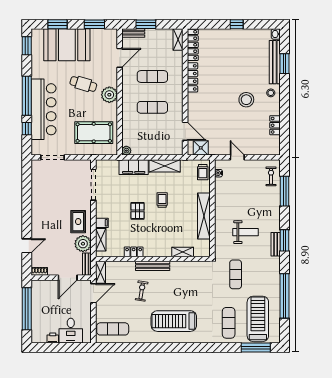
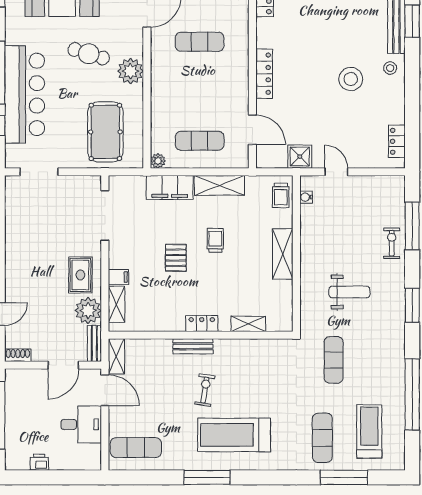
locker: (192, 77) -> (264, 74), moved
exercise mat: (152, 107) -> (200, 141), moved
locker: (275, 125) -> (397, 141), moved
pool table: (94, 133) -> (105, 132), turned 90
shower: (201, 148) -> (300, 157), moved
exercise bike: (271, 176) -> (392, 243), moved
shelving: (204, 216) -> (283, 254), width x0.68
bench: (276, 244) -> (398, 312), removed
locker: (134, 252) -> (202, 324), moved
bench: (153, 266) -> (193, 346), width x0.73
exercise bike: (142, 291) -> (205, 390), moved
door: (93, 293) -> (105, 390), hinge flipped
treadmill: (258, 319) -> (369, 431), width x0.73, depth x0.73
desk: (71, 331) -> (81, 424), moved, turned -90
window: (157, 347) -> (207, 477), added
window: (256, 347) -> (344, 477), moved

